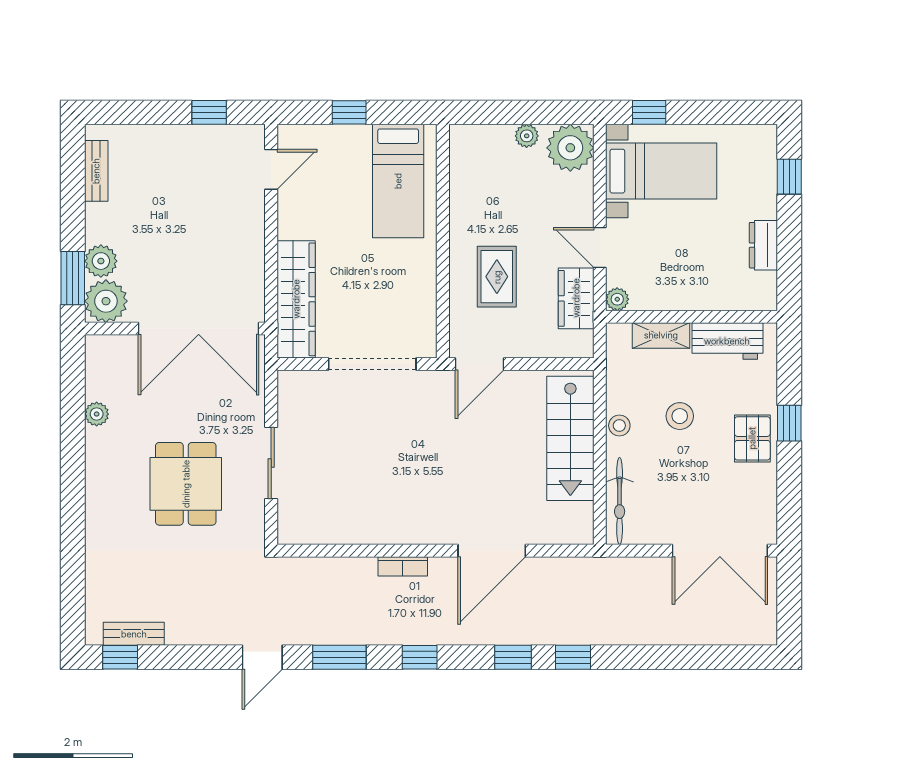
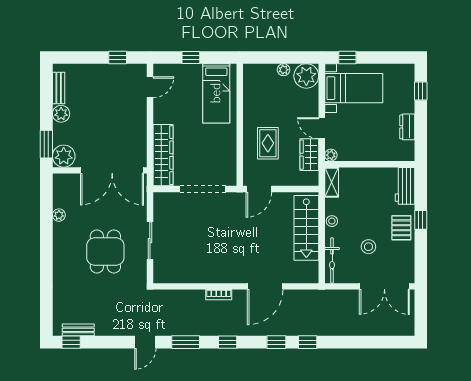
plant: (101, 261) -> (61, 114), moved
shelving: (661, 335) -> (332, 182), moved, turned 90
workbench: (727, 341) -> (405, 186), moved, turned 90
stool: (680, 416) -> (368, 247), moved

